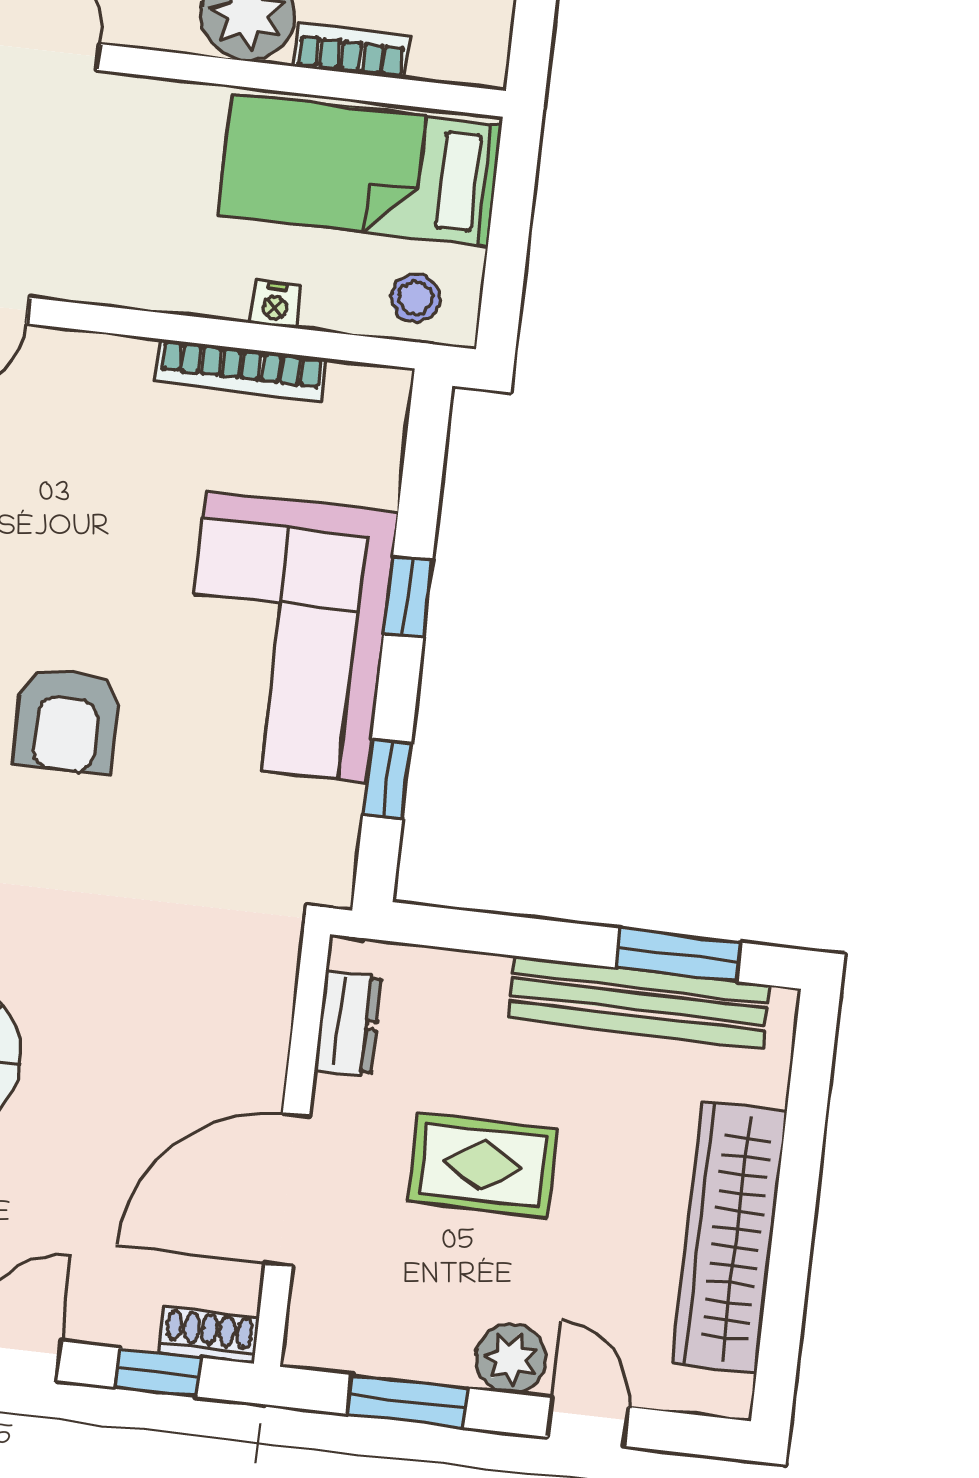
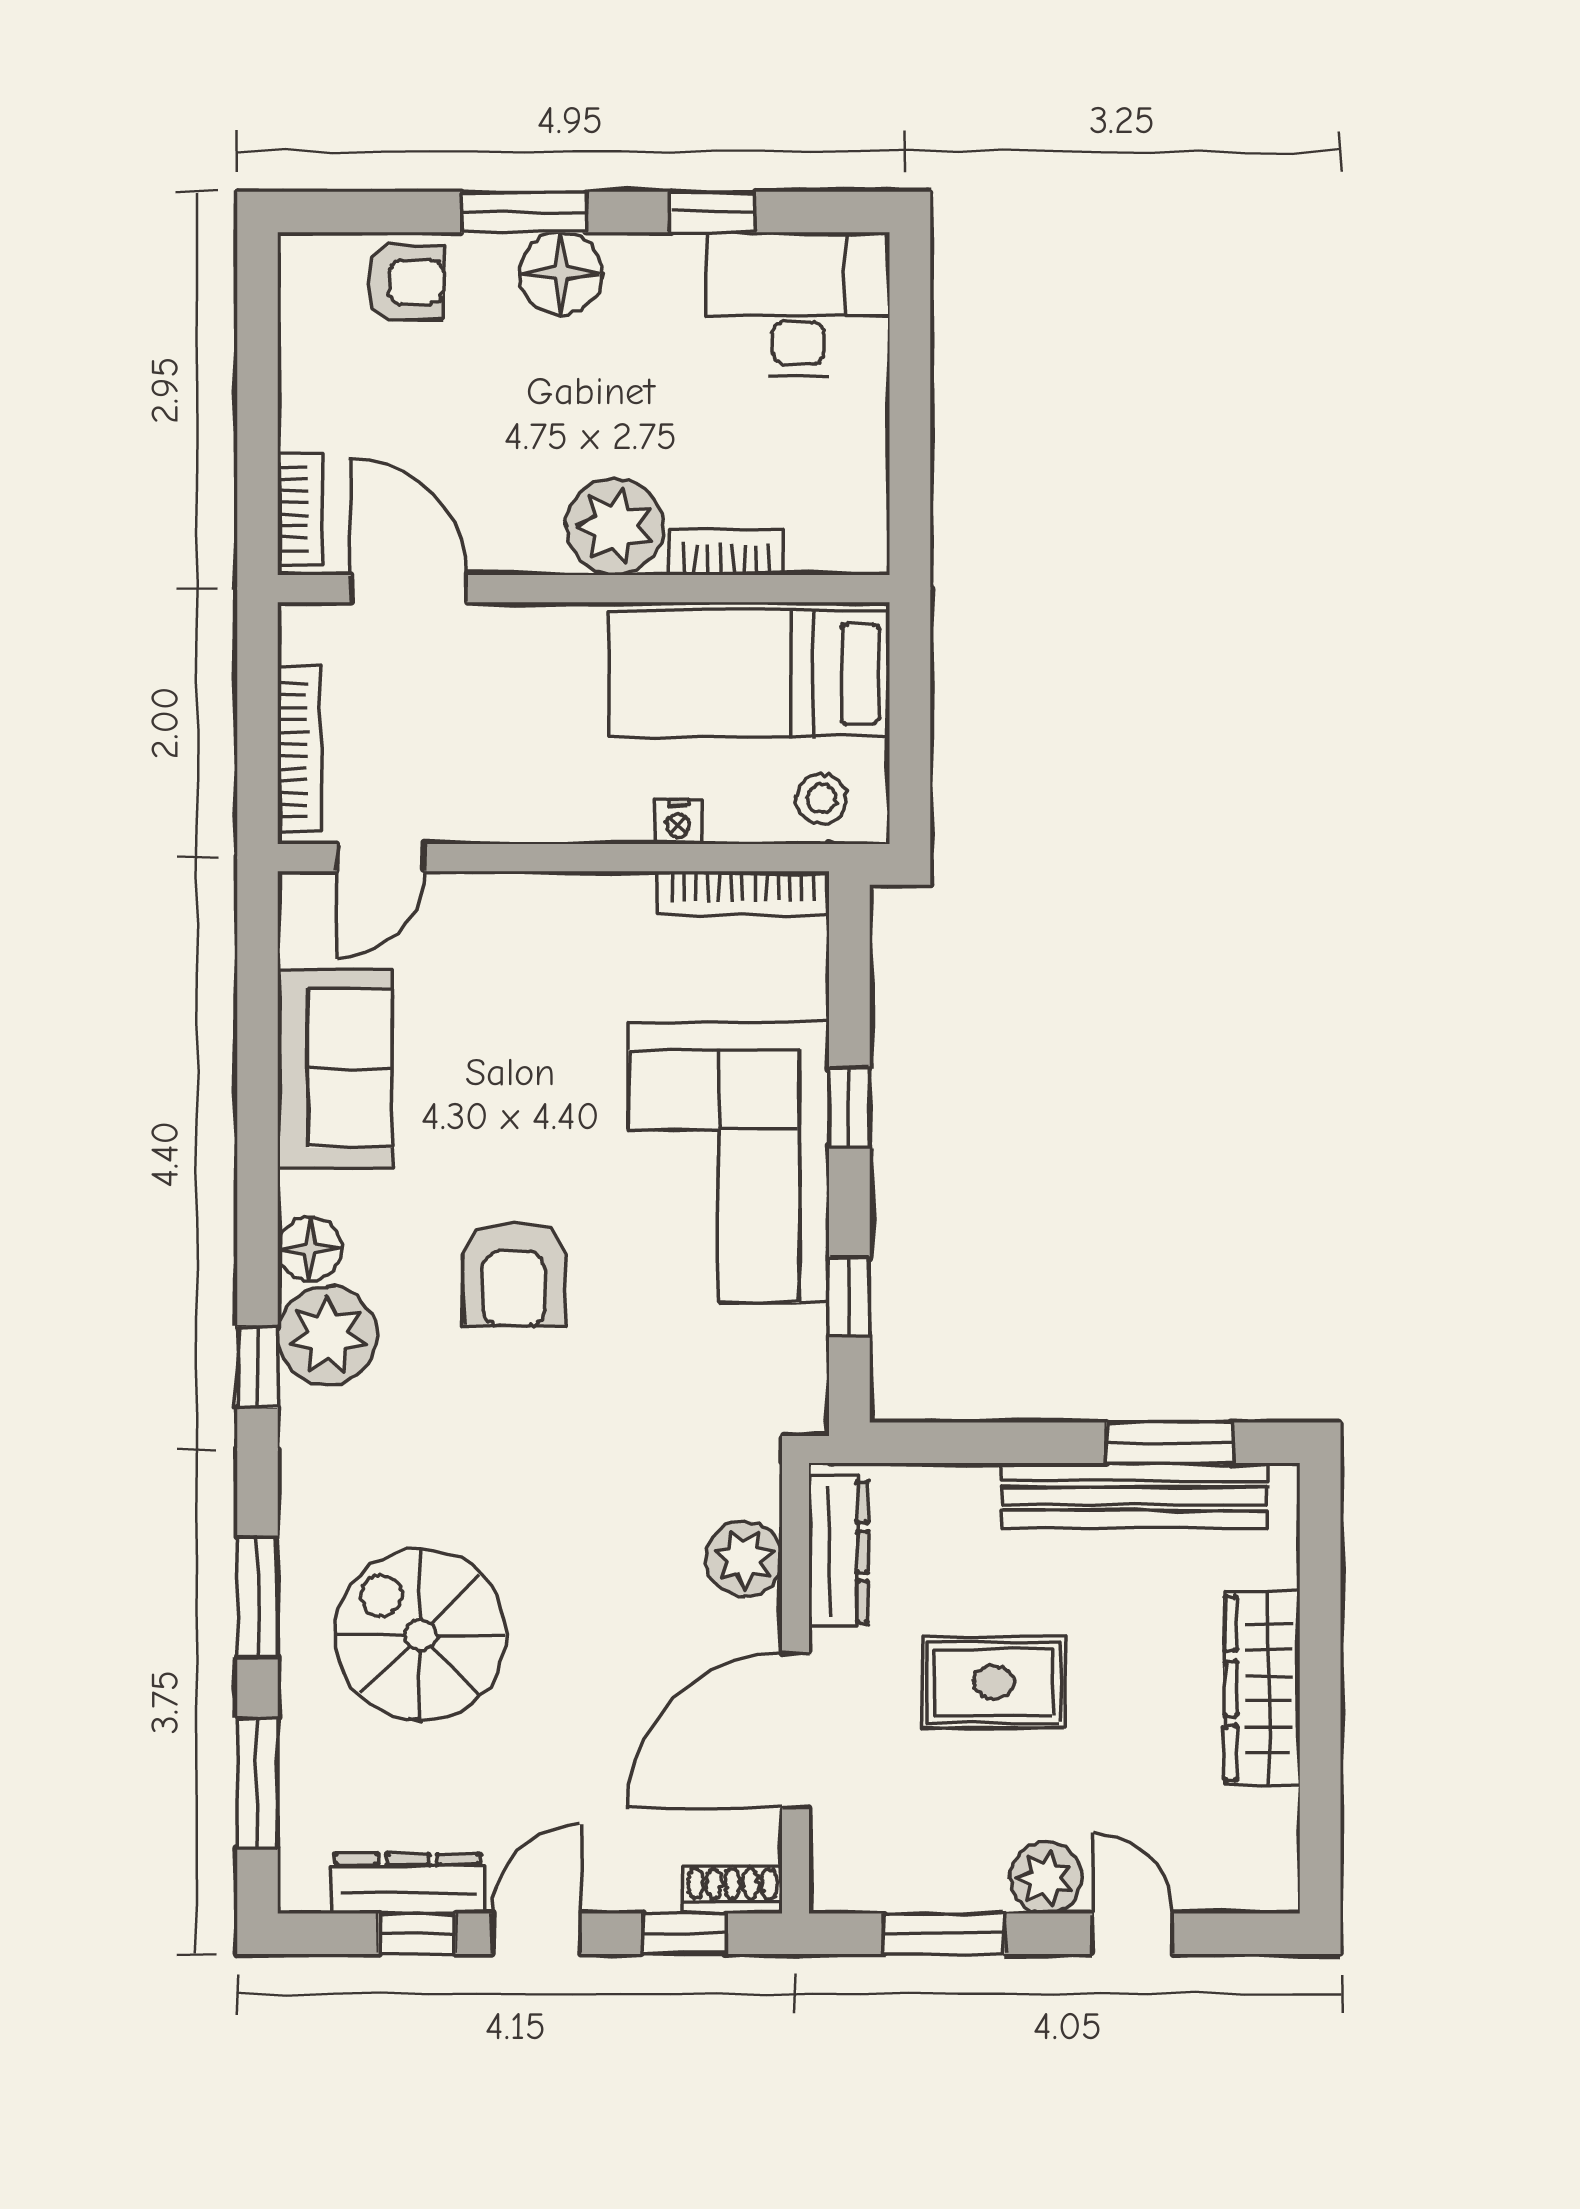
bookcase: (241, 370) -> (743, 893), moved
plant: (257, 1019) -> (744, 1559), added
dresser: (348, 1023) -> (838, 1552), width x1.44
wardrobe: (730, 1237) -> (1262, 1688), width x0.71, depth x0.85

